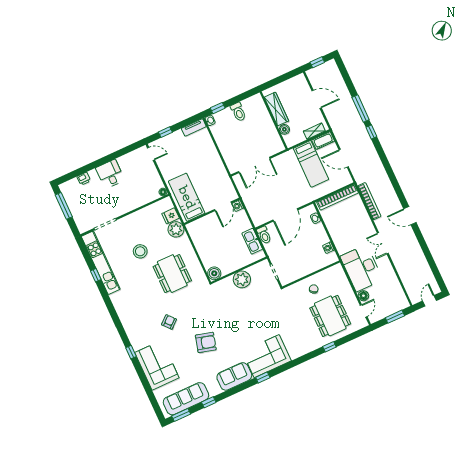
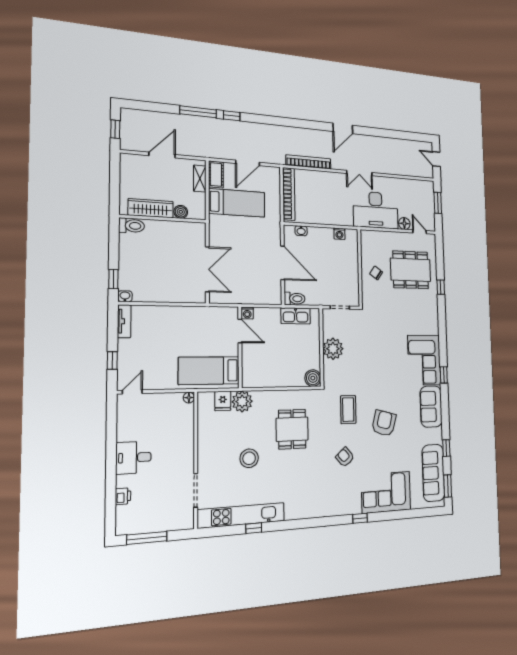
toilet: (238, 112) -> (132, 226), moved
dining table: (172, 274) -> (292, 429), width x0.73
coffee table: (204, 310) -> (348, 410), added

